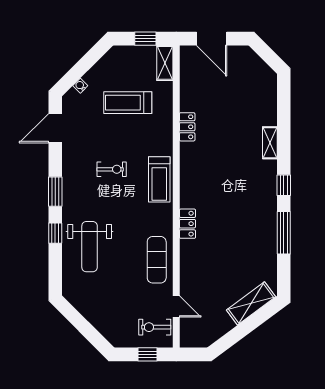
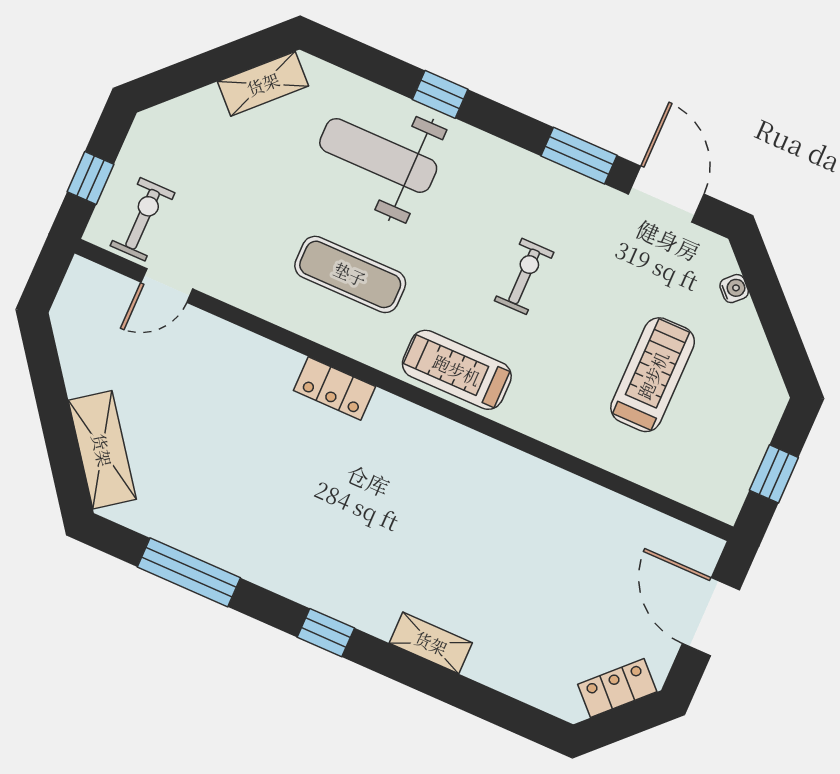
door: (212, 39) -> (711, 617), hinge flipped
shelving: (165, 63) -> (263, 84), moved, turned -45
locker: (187, 127) -> (617, 688), moved, turned 135
exercise bike: (112, 169) -> (524, 276), turned 180
window: (55, 192) -> (579, 156), moved
window: (284, 233) -> (189, 572), moved
exercise mat: (157, 260) -> (350, 274), moved

